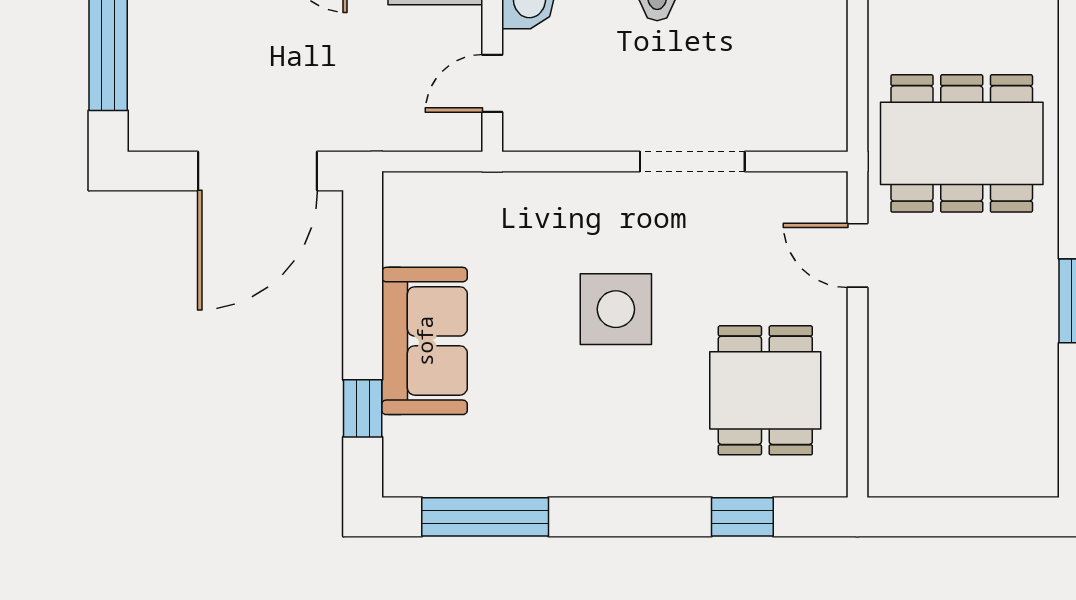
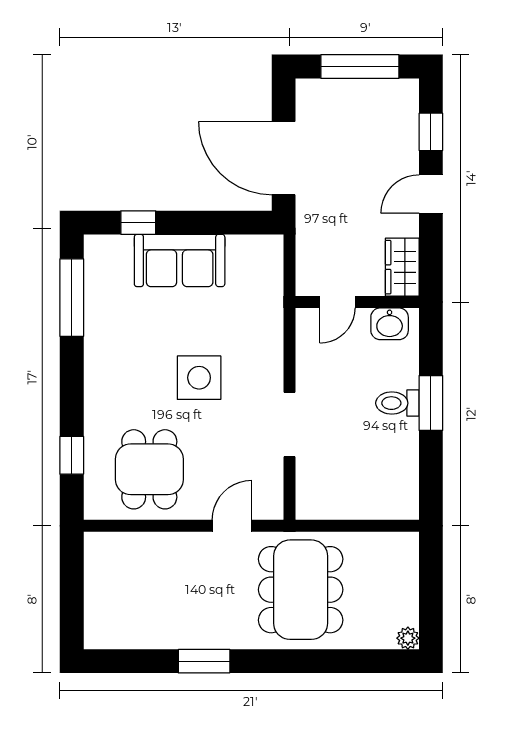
door: (492, 83) -> (337, 302), swing flipped
dining table: (765, 390) -> (149, 469), turned 90

